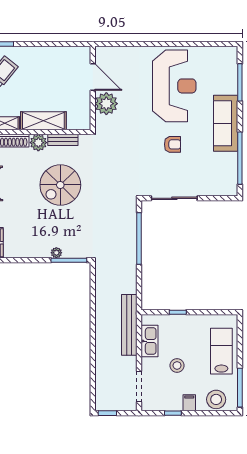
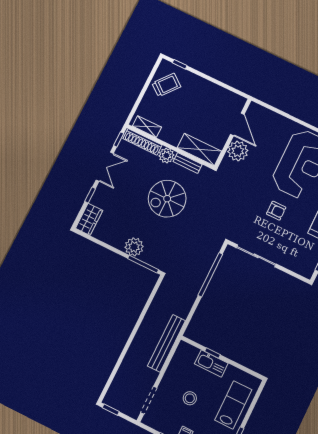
shelving: (43, 121) -> (199, 150), moved
plant: (56, 253) -> (134, 247), width x1.87, depth x1.87
kitchen sink: (150, 341) -> (211, 364), moved, turned 90

